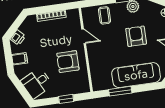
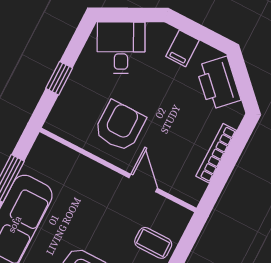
door: (84, 36) -> (143, 183), swing flipped
printer: (18, 37) -> (218, 83), width x1.87, depth x1.48

